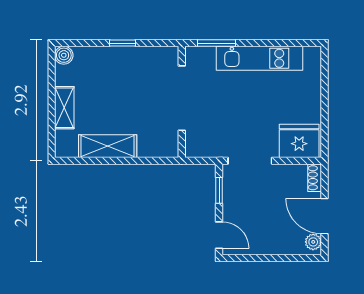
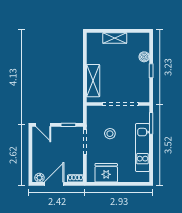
boiler: (64, 55) -> (144, 57), moved
stool: (235, 116) -> (110, 134), added
fridge: (299, 141) -> (106, 173), moved, turned -90
shelving: (108, 146) -> (93, 81), moved
door: (219, 235) -> (43, 125), hinge flipped

